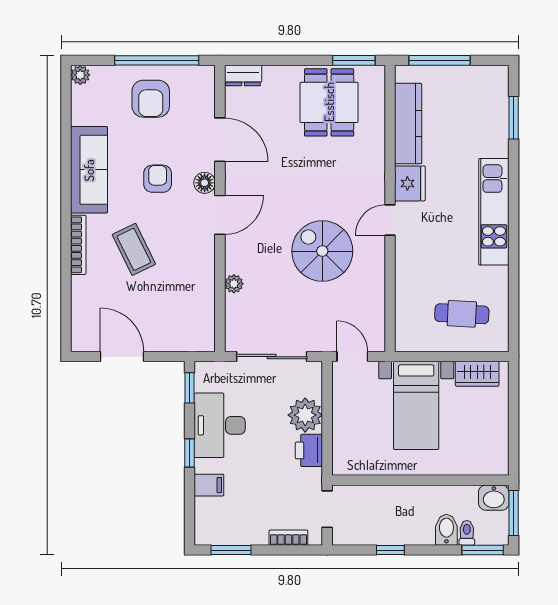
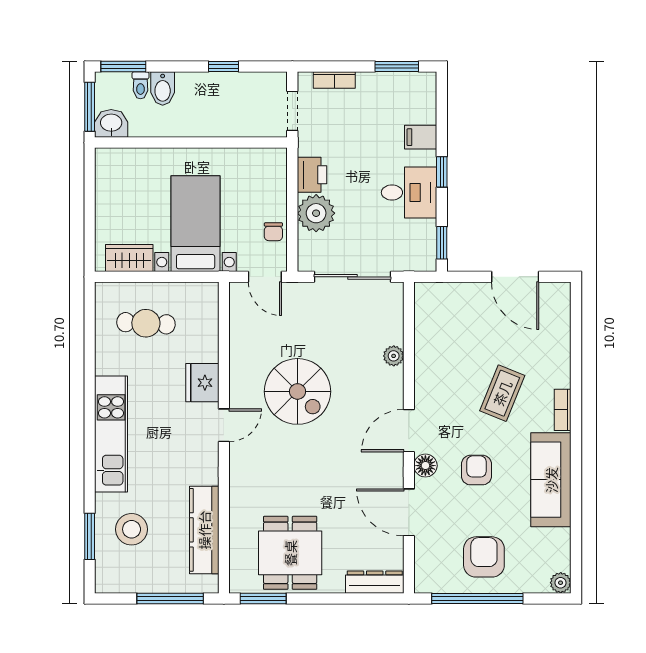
dresser: (243, 75) -> (375, 582), width x1.44
stool: (475, 124) -> (132, 529), added
armchair: (158, 179) -> (476, 470), turned 180
fridge: (410, 183) -> (202, 383), moved
bookcase: (78, 245) -> (563, 410), width x0.64
coffee table: (134, 249) -> (502, 393), turned 48
chair: (344, 398) -> (273, 232), added
desk: (220, 425) -> (409, 193), width x0.73

